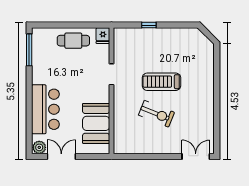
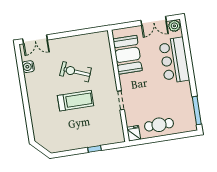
water cooler: (208, 128) -> (28, 67), added

